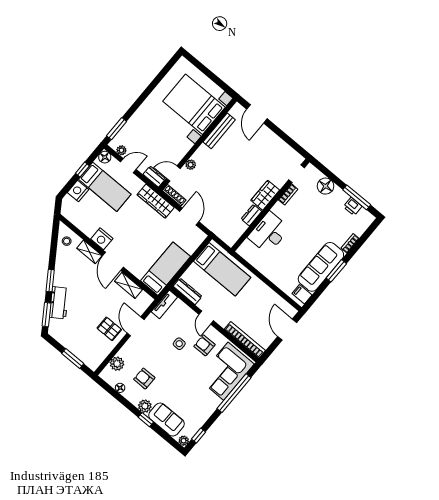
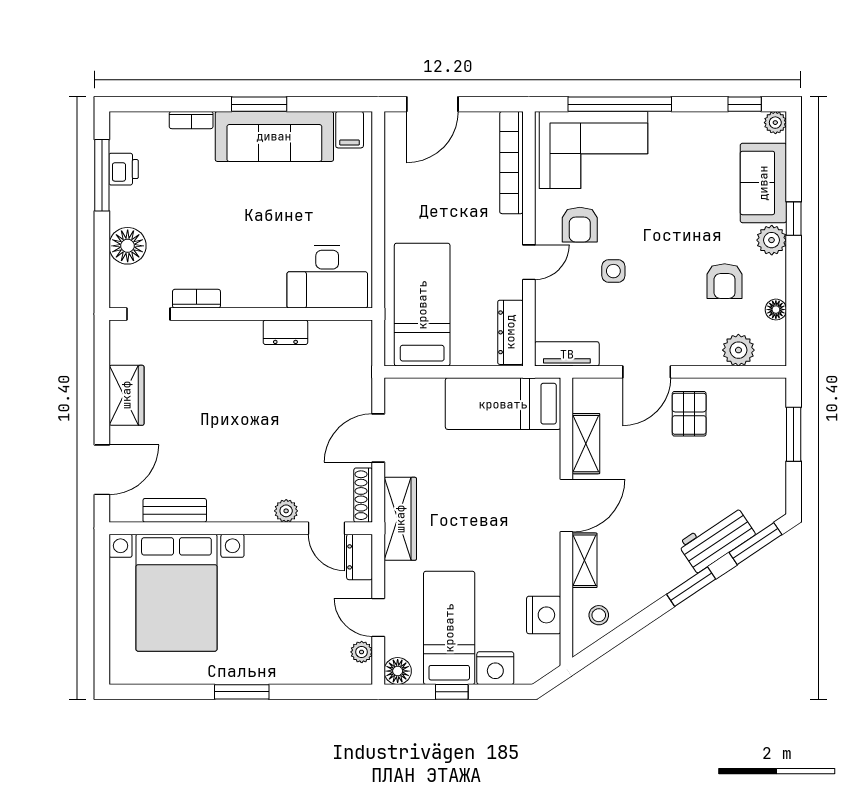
window: (117, 129) -> (242, 692), moved
bench: (219, 131) -> (175, 510), width x0.73
wardrobe: (265, 195) -> (126, 395), moved, turned -90
desk: (269, 233) -> (327, 277), moved
nightstand: (102, 239) -> (544, 615), moved

